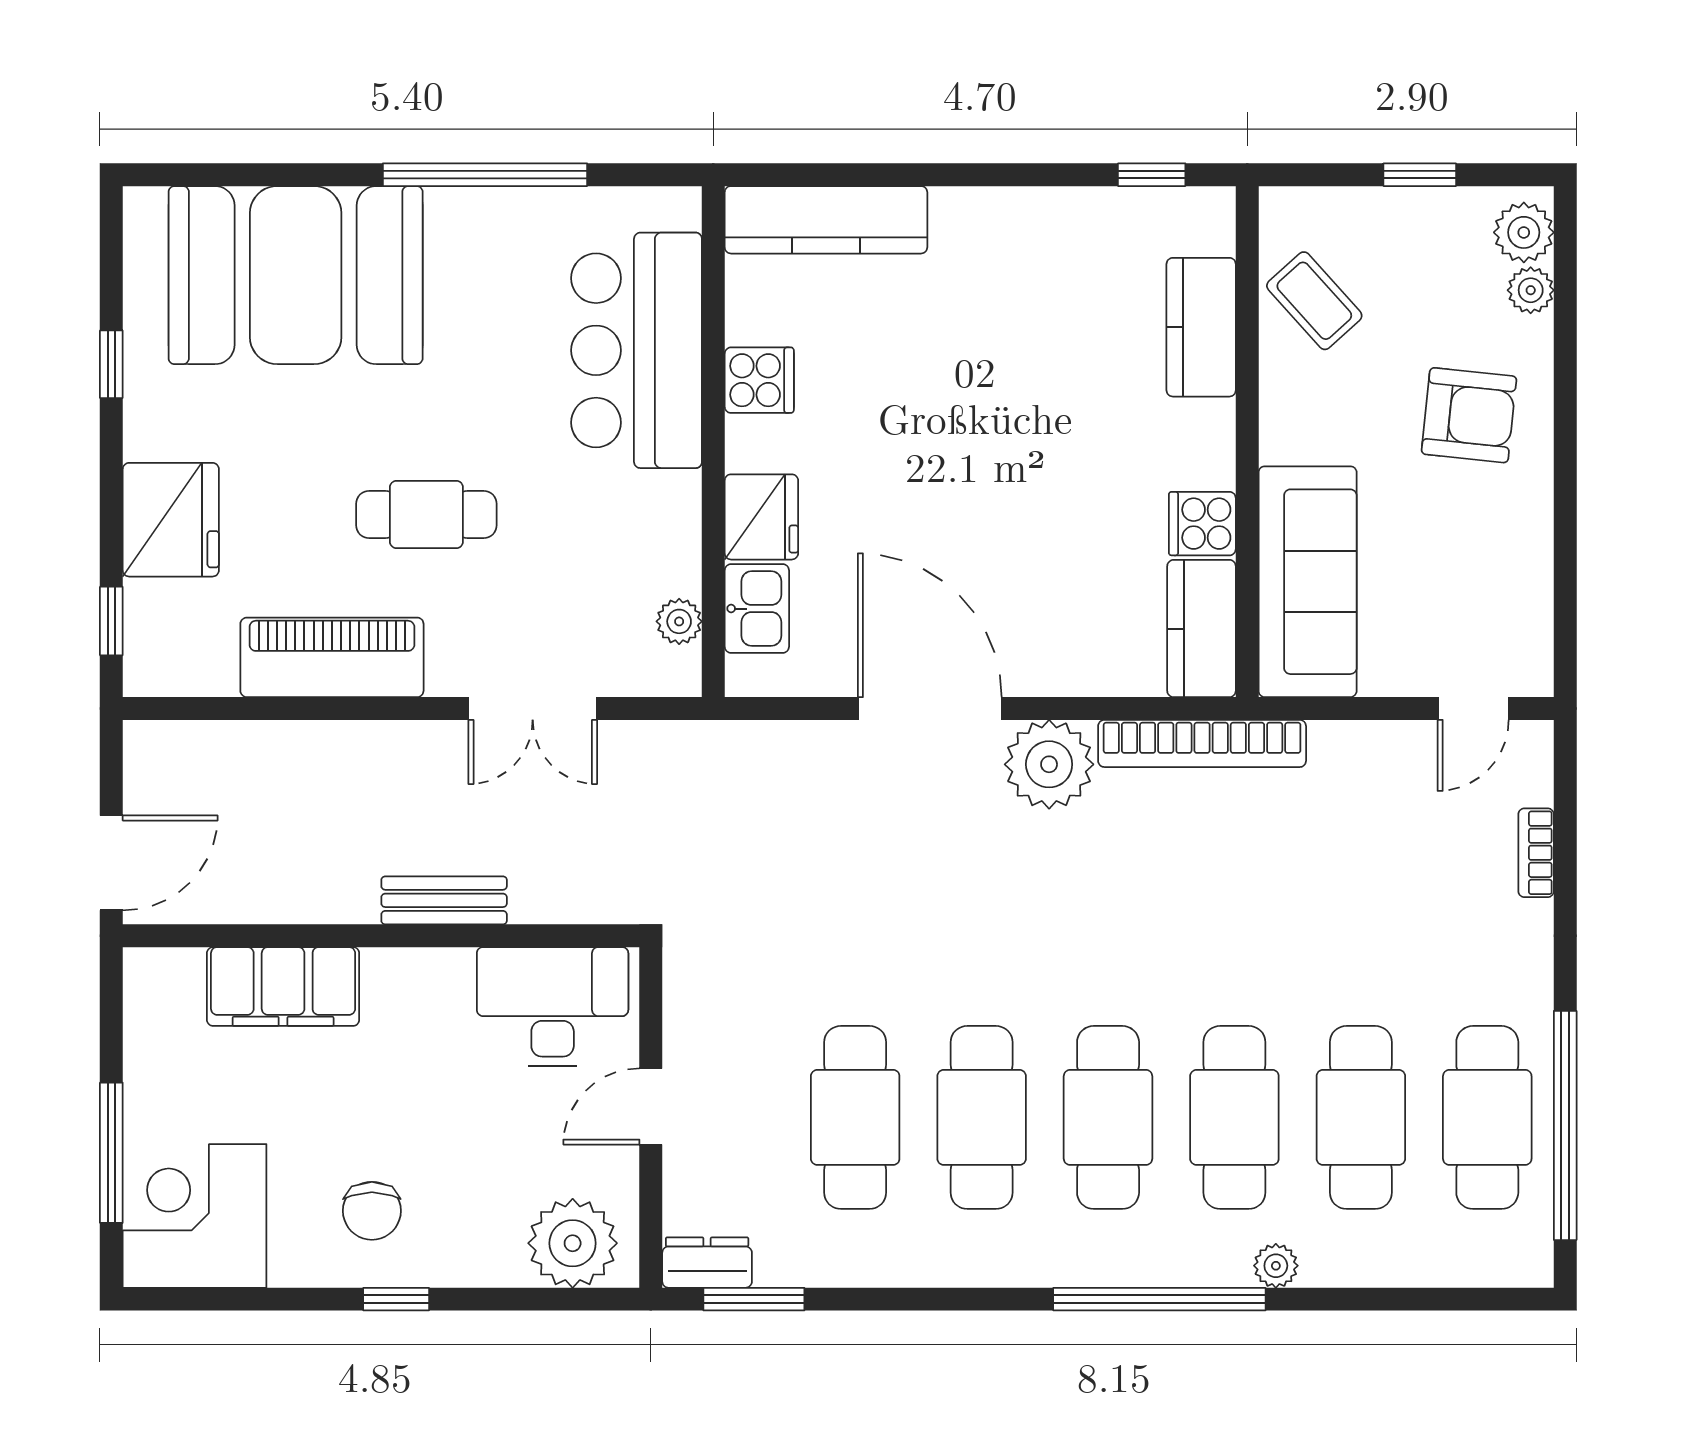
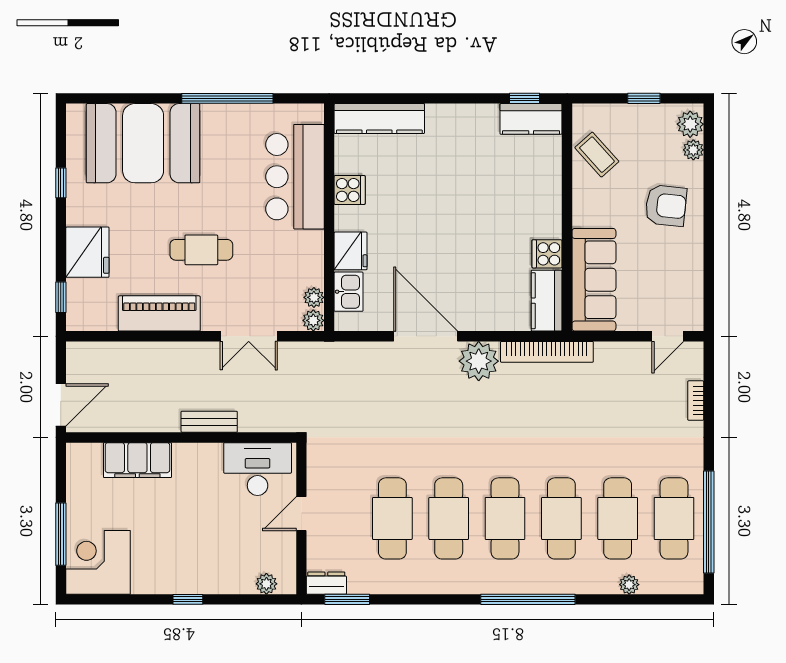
kitchen counter: (1201, 327) -> (531, 119), moved, turned -90
plant: (678, 673) -> (313, 320), added
chair: (372, 1211) -> (177, 560), removed
plant: (573, 1243) -> (266, 584), width x0.53, depth x0.53
plant: (1276, 1266) -> (629, 585), moved

